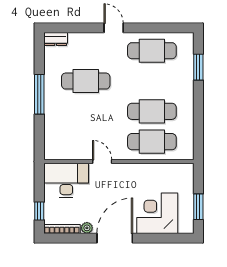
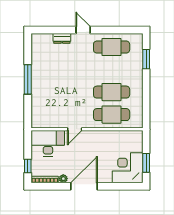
dresser: (56, 39) -> (62, 38), moved
cafe table: (86, 81) -> (62, 70), removed
door: (102, 161) -> (75, 129), swing flipped
corner desk: (157, 213) -> (128, 168), moved

